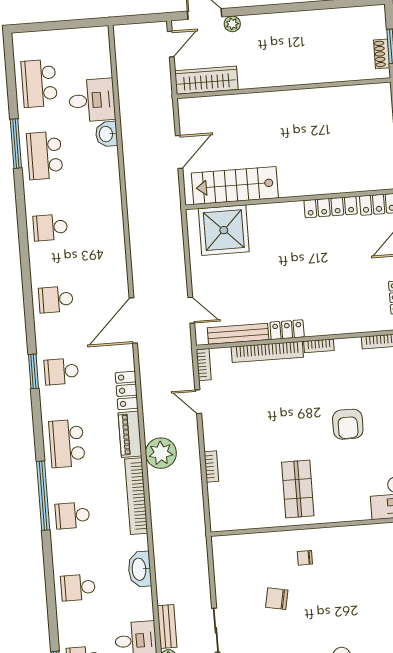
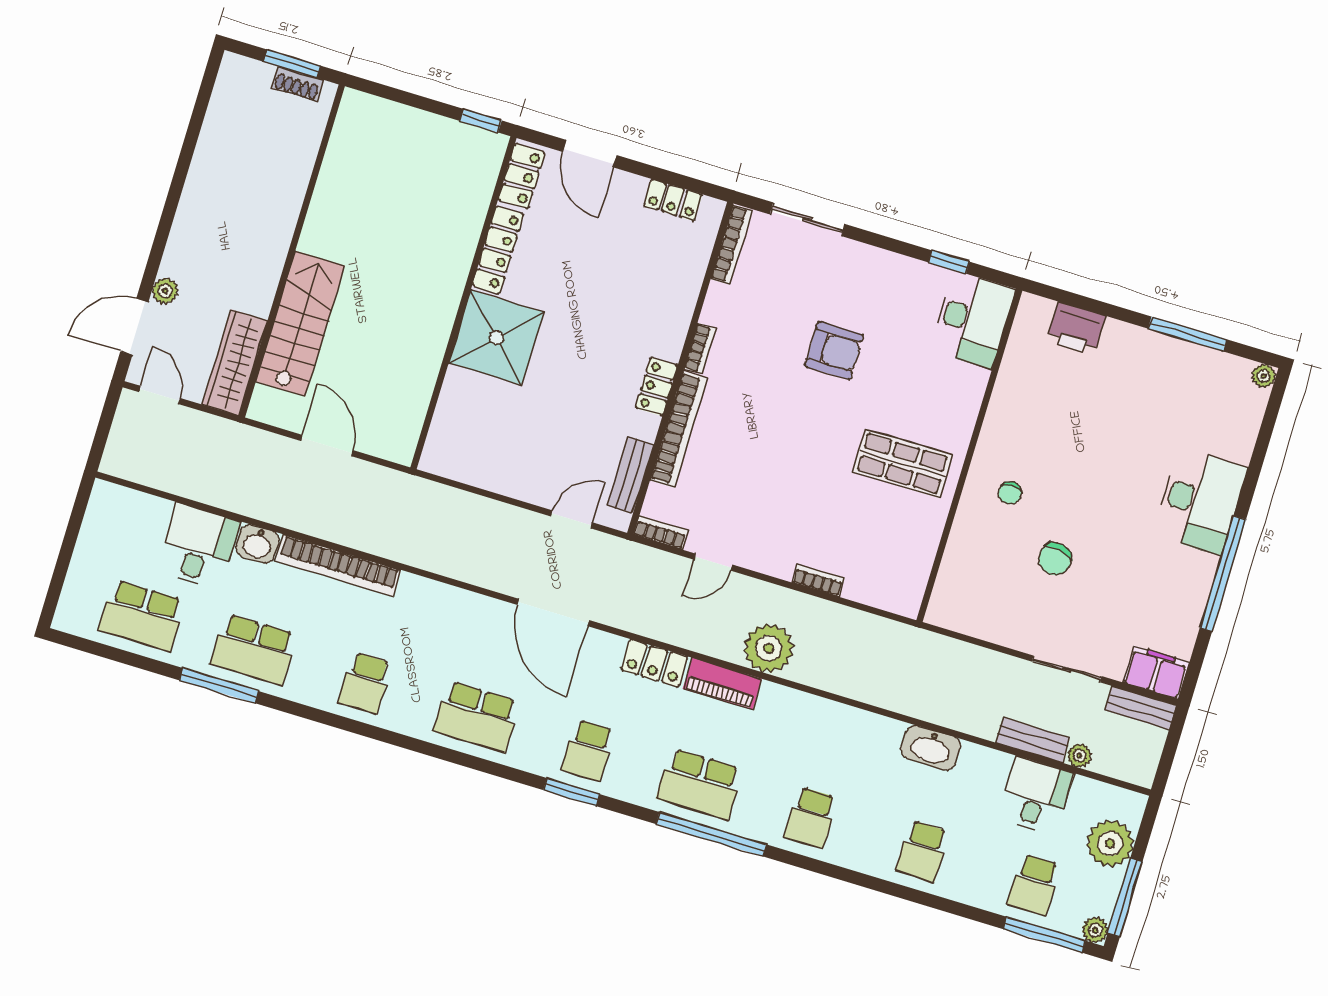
stairs: (235, 185) -> (300, 324), moved, turned 180
shower: (224, 230) -> (496, 338), moved
school desk: (56, 299) -> (476, 717), width x1.85
bench: (238, 334) -> (631, 475), width x0.73
window: (43, 496) -> (711, 834), moved
bookcase: (136, 496) -> (338, 565), moved

